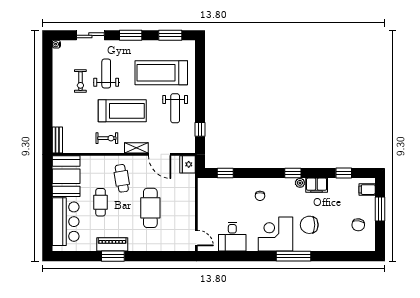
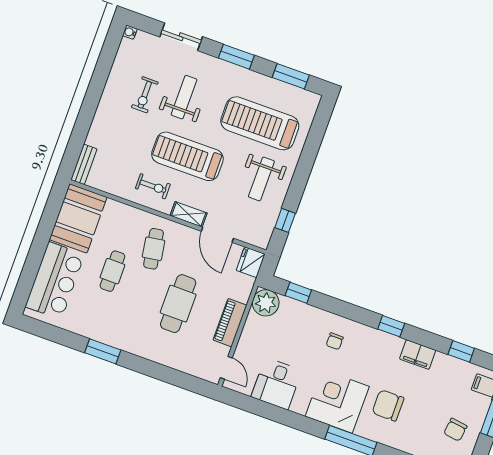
treadmill: (122, 111) -> (187, 156), turned 180
plant: (300, 183) -> (266, 303), moved, width x1.88, depth x1.88
piano: (112, 244) -> (230, 323), moved, turned -90

